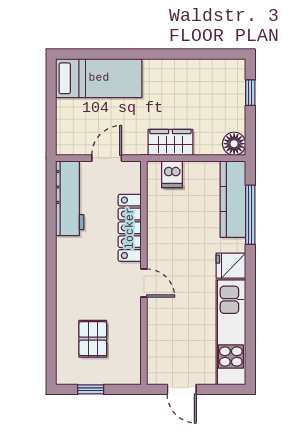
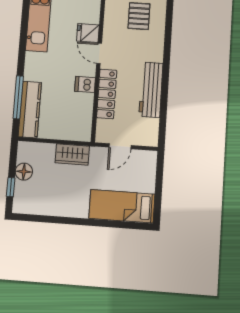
floor lamp: (234, 144) -> (24, 172), moved
dishwasher: (172, 174) -> (85, 84), moved, turned -90
workbench: (70, 198) -> (151, 90), moved
fridge: (231, 266) -> (88, 33), moved, turned 180

